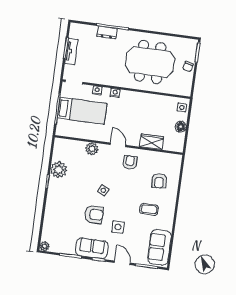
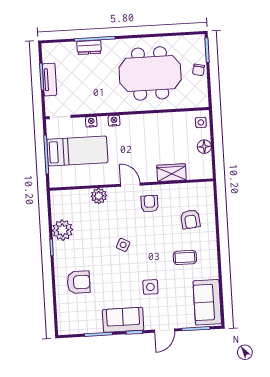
armchair: (94, 214) -> (79, 282), moved
plant: (45, 246) -> (64, 329), removed
door: (122, 263) -> (165, 331), swing flipped

